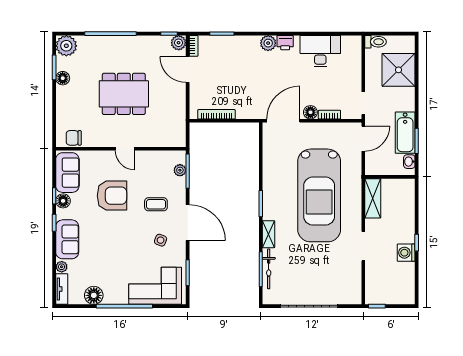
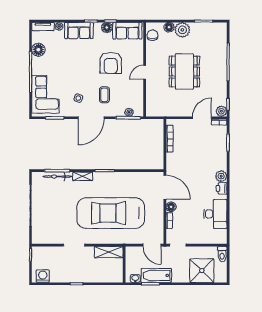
plant: (66, 46) -> (182, 30), moved
floor lamp: (63, 78) -> (169, 27), moved
washing machine: (406, 253) -> (43, 276), moved

